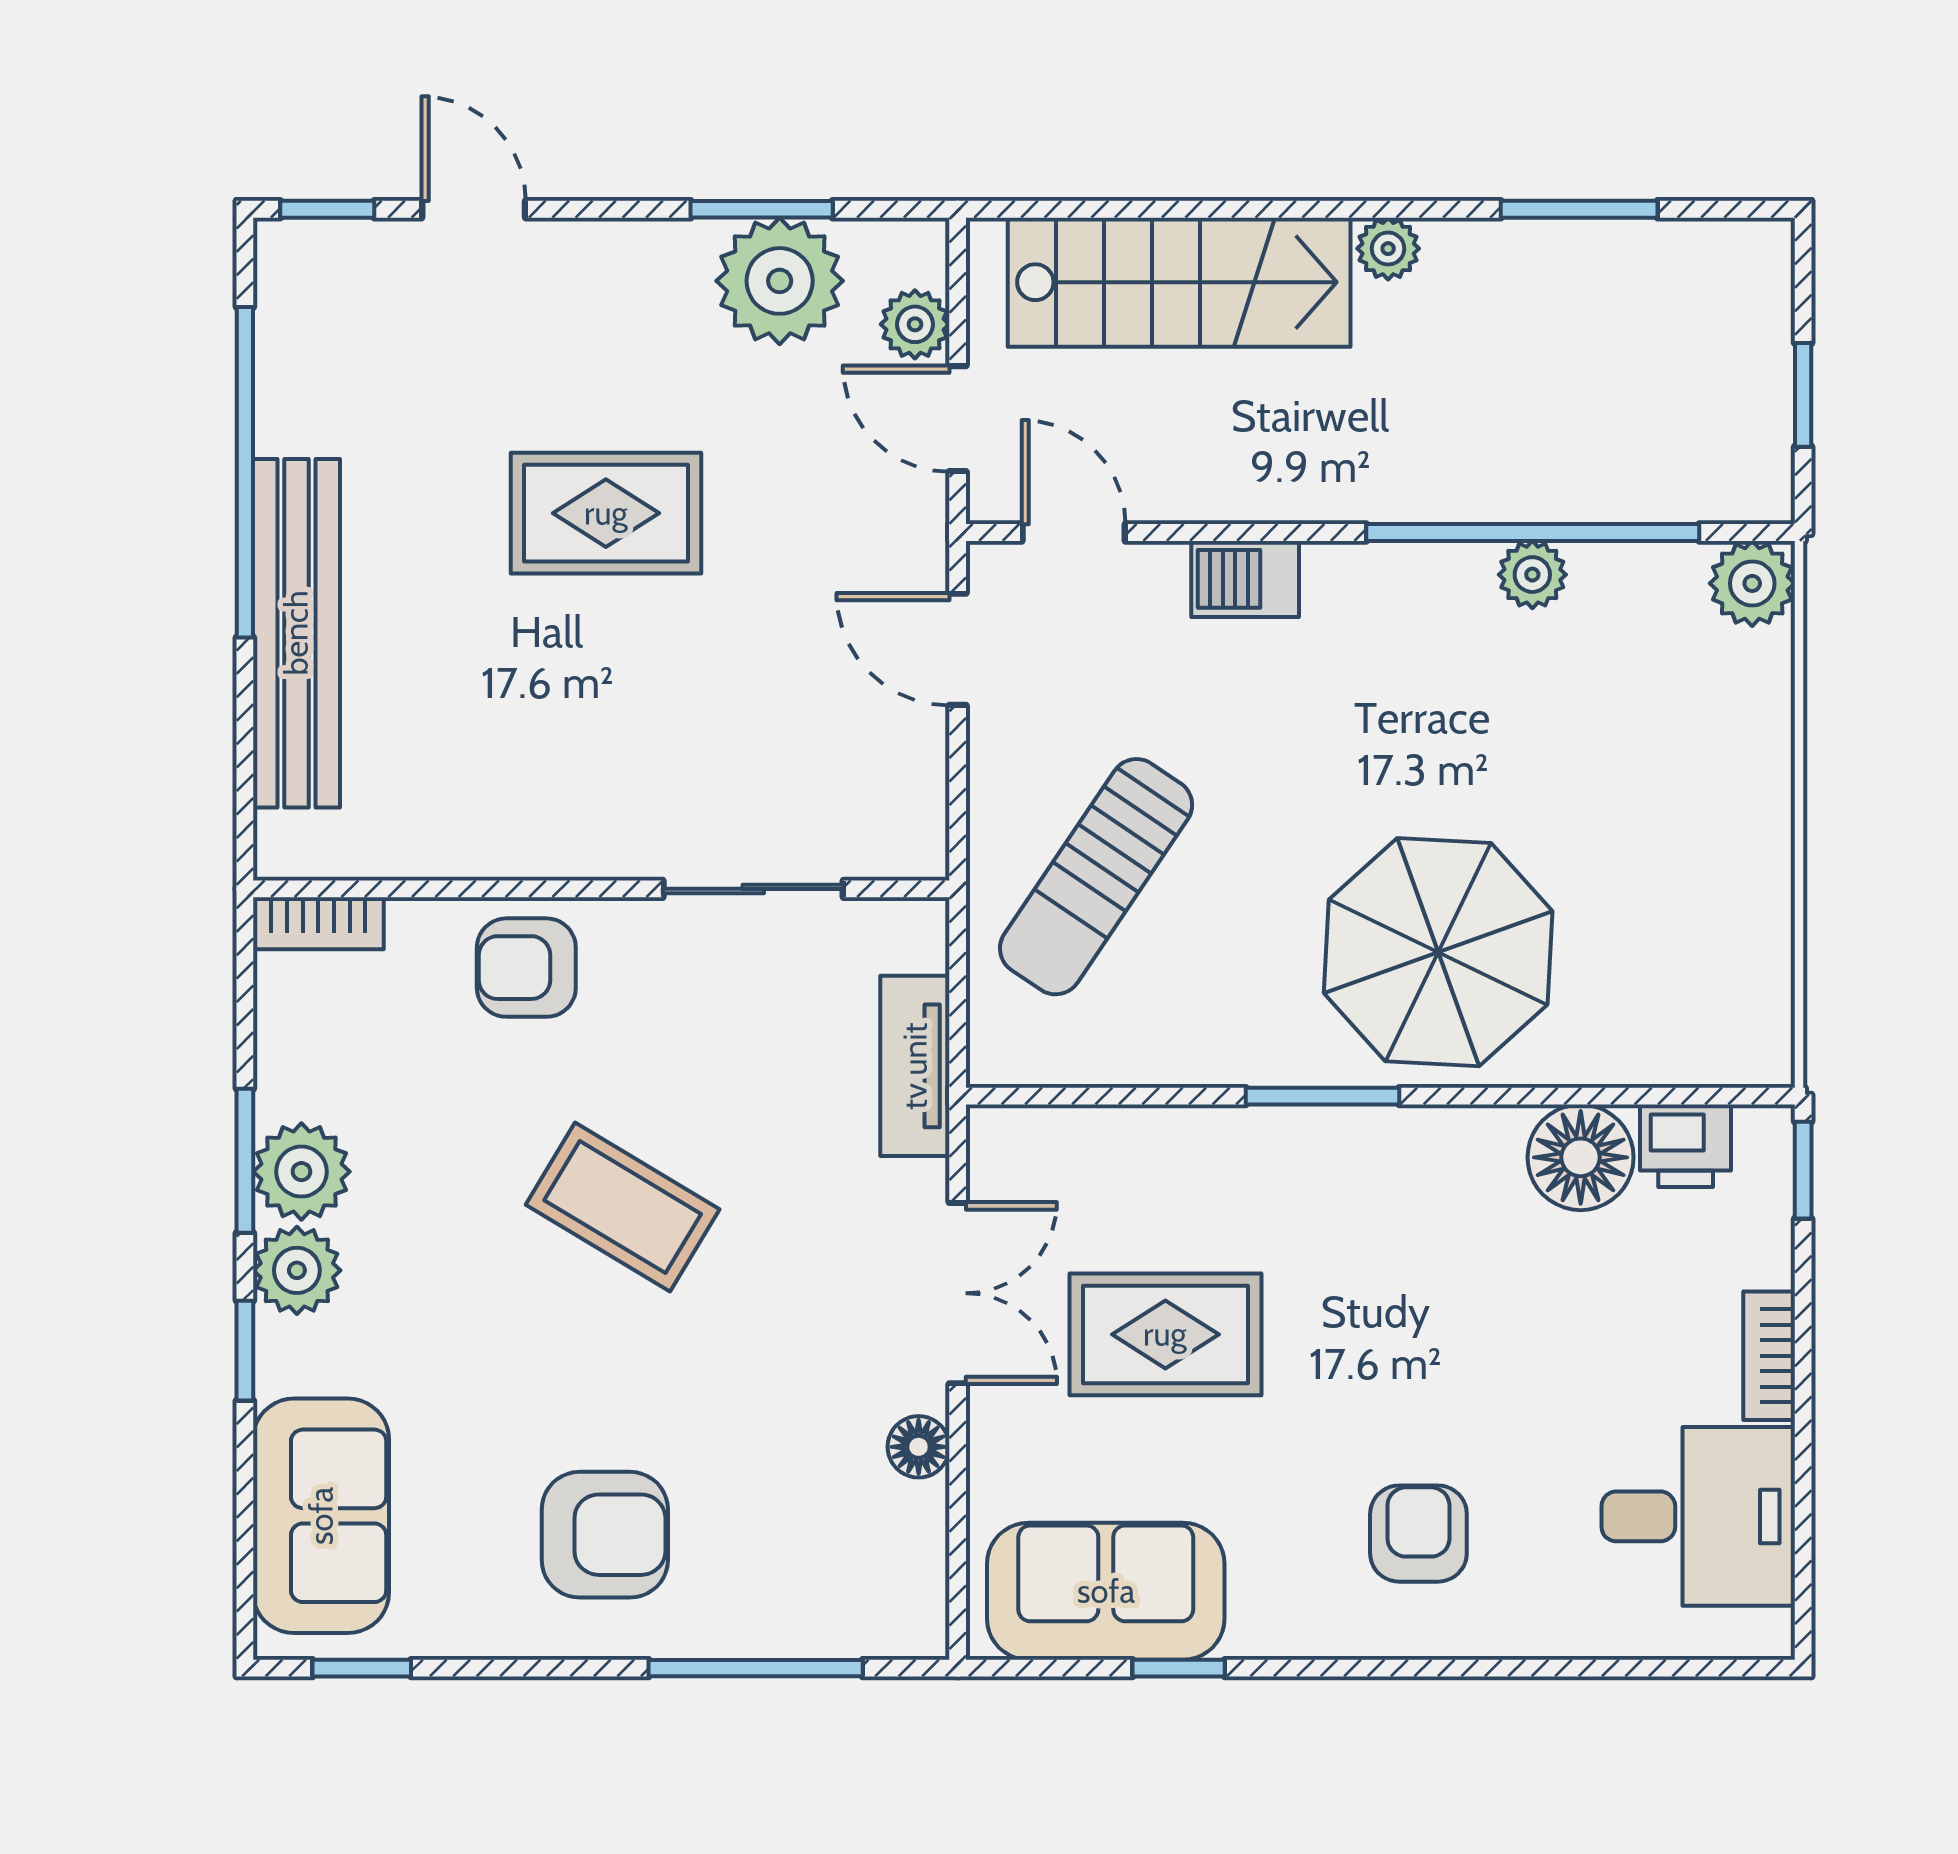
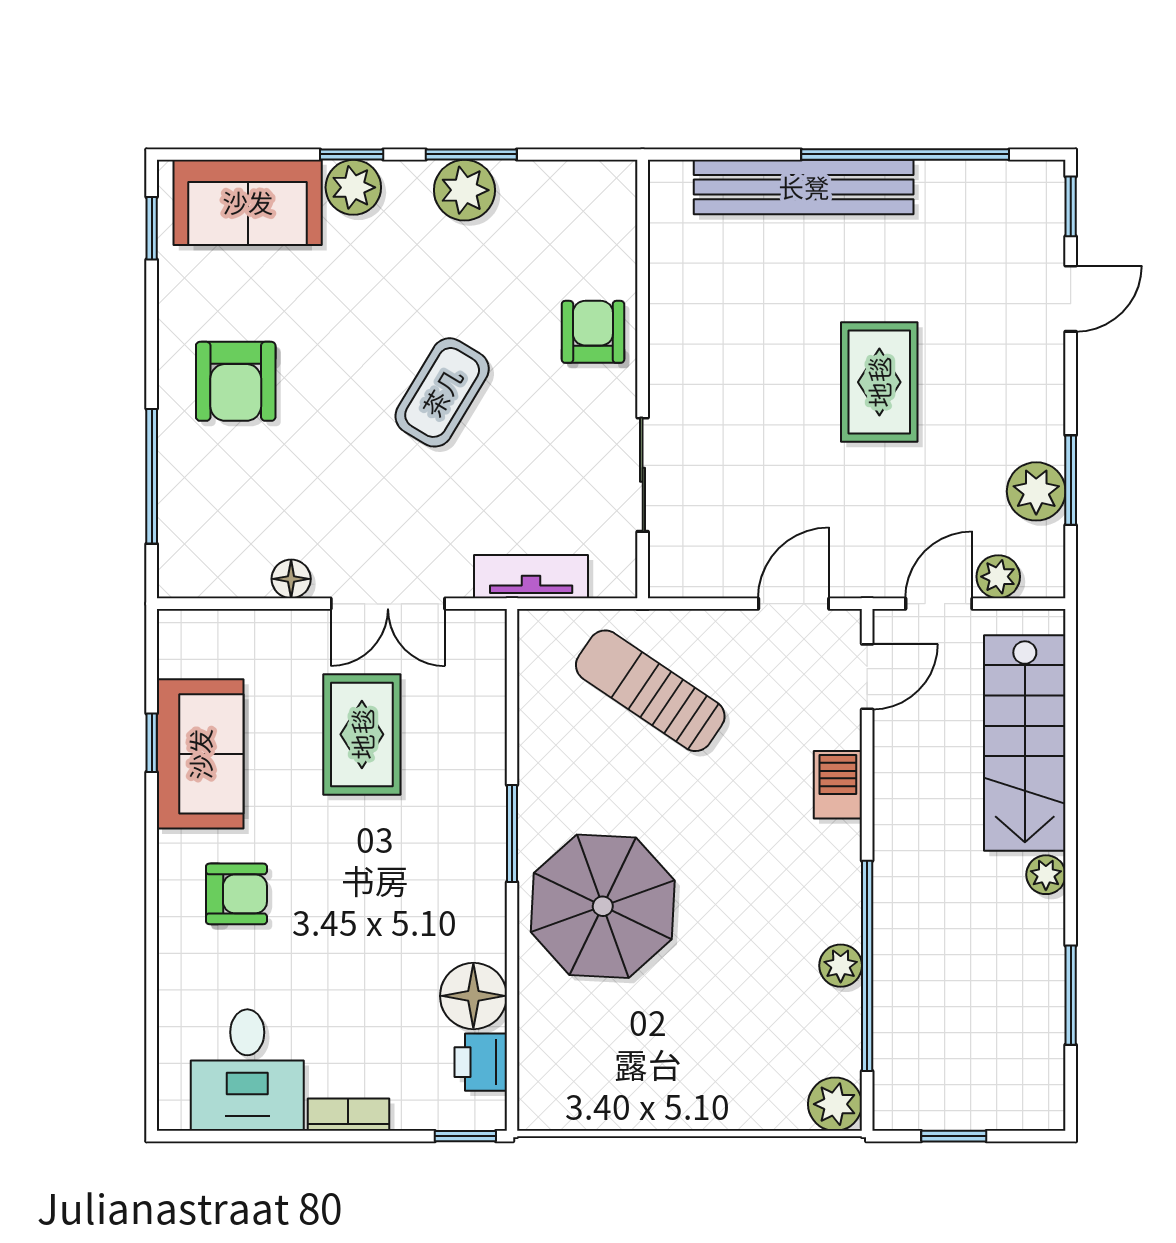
plant: (780, 281) -> (1036, 491), width x0.73, depth x0.73
bookcase: (318, 923) -> (621, 201), removed
plant: (297, 1270) -> (353, 187), moved
sofa: (1106, 1591) -> (200, 754), moved

